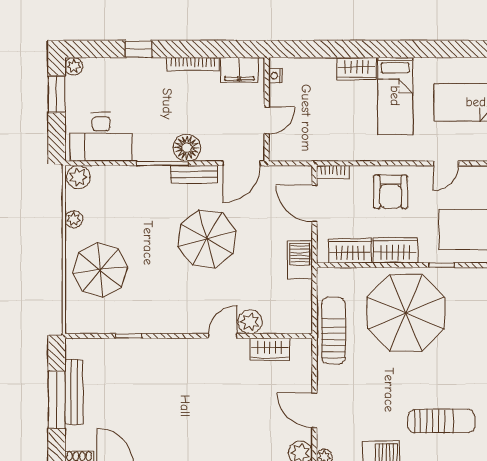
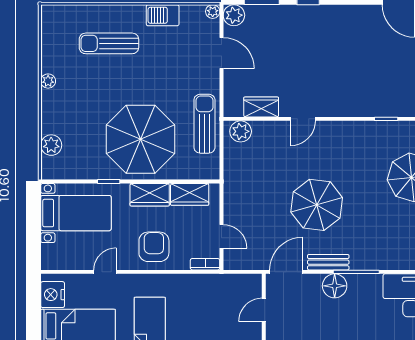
door: (314, 203) -> (221, 236), width x0.73
barbecue: (300, 260) -> (234, 186), removed
plant: (250, 322) -> (241, 131), moved
sun lounger: (334, 331) -> (204, 124), turned 180

